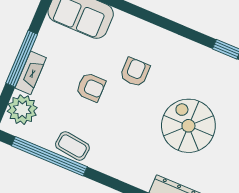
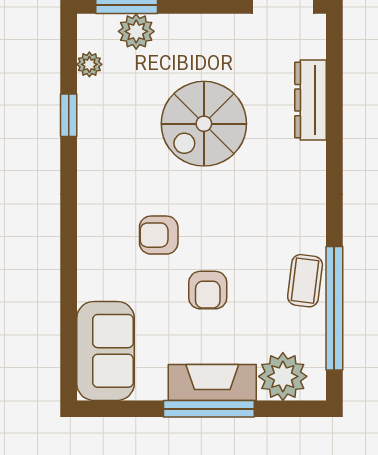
fireplace: (31, 73) -> (212, 383), width x1.37, depth x1.32
armchair: (91, 87) -> (208, 290), turned 180

